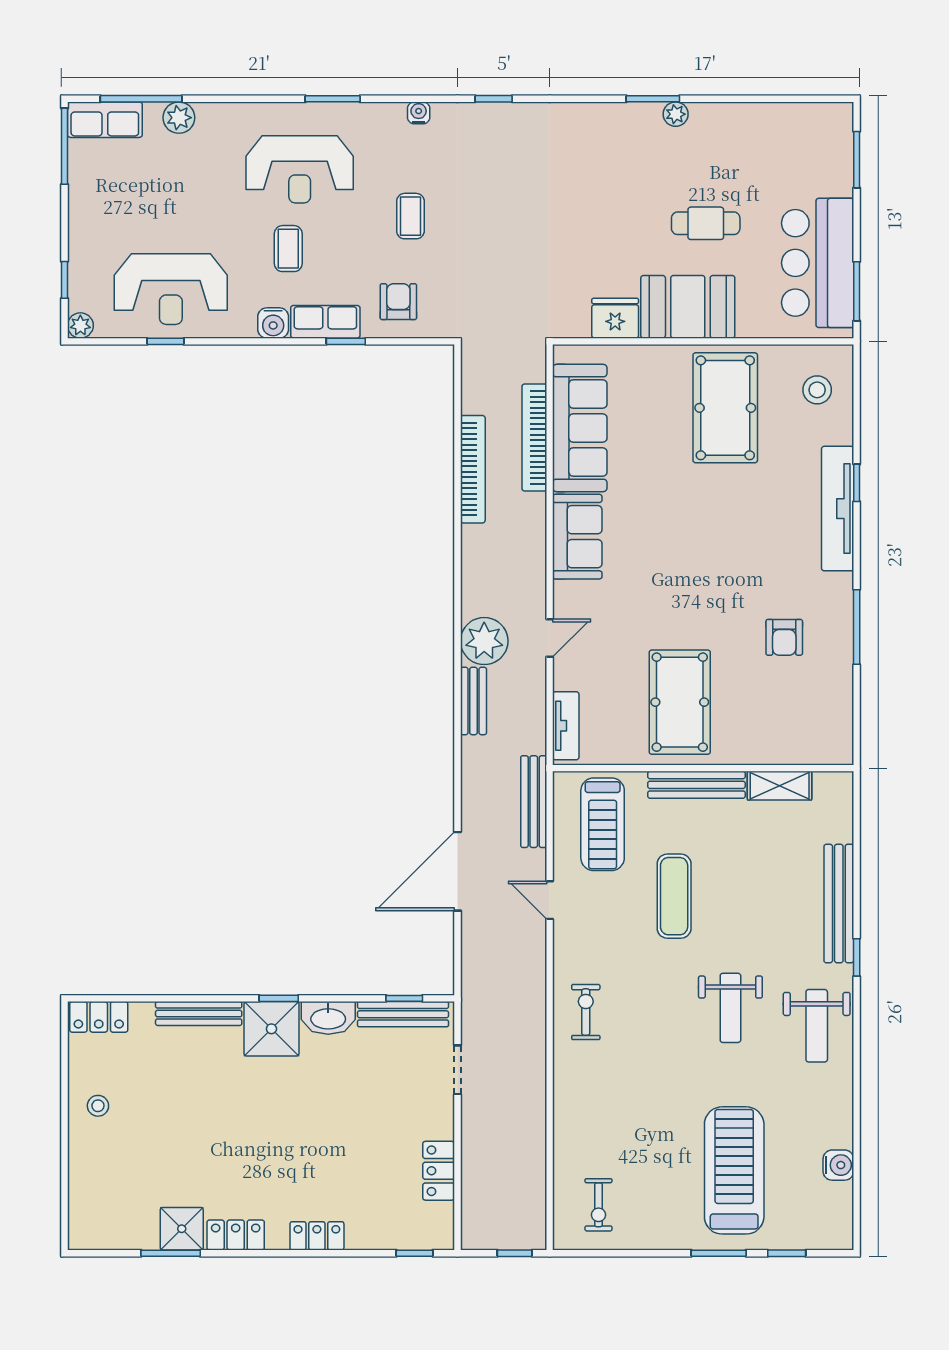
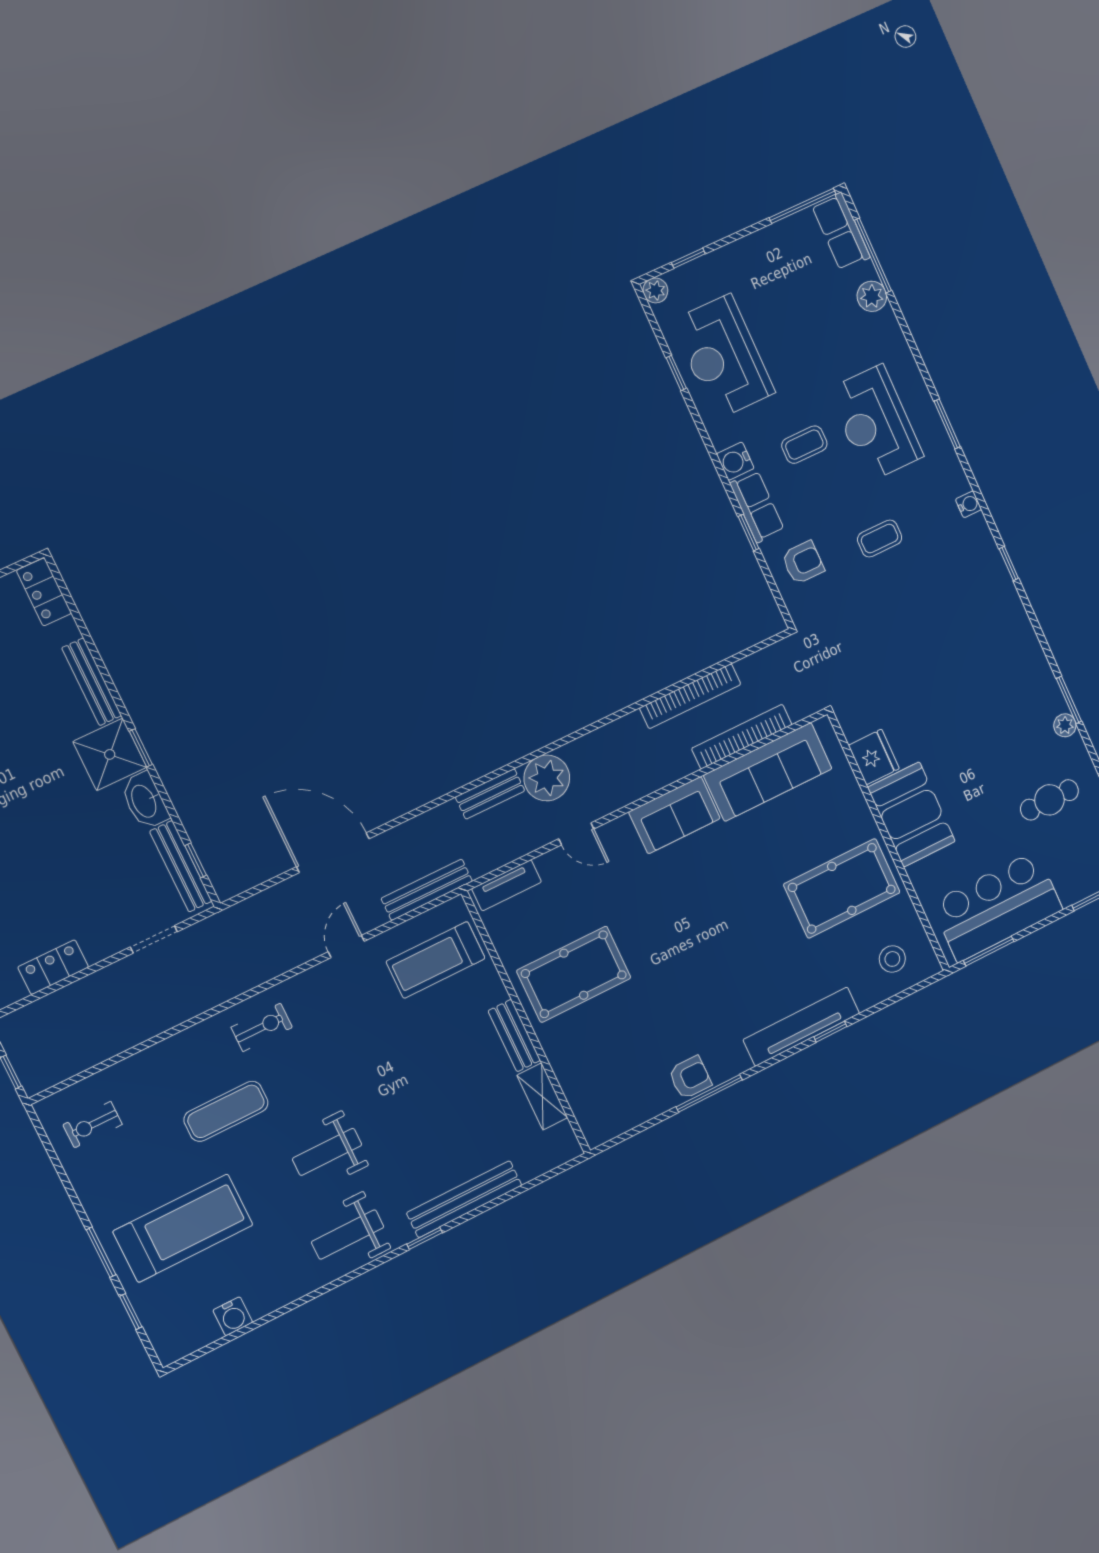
cafe table: (706, 223) -> (1049, 800), moved, turned 90
armchair: (784, 637) -> (690, 1077), moved, turned 180
bench: (696, 785) -> (514, 1036), width x0.73
exercise mat: (674, 896) -> (226, 1111), moved

